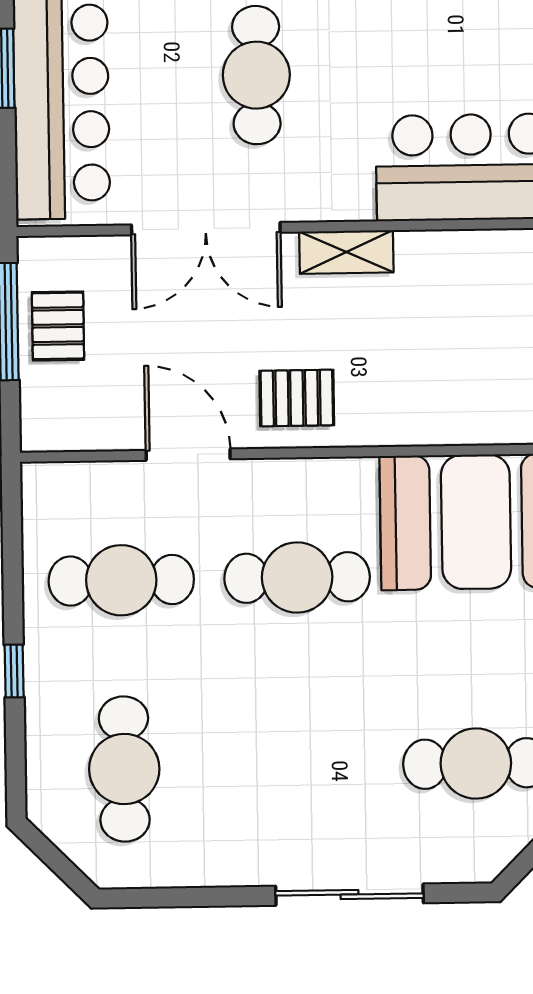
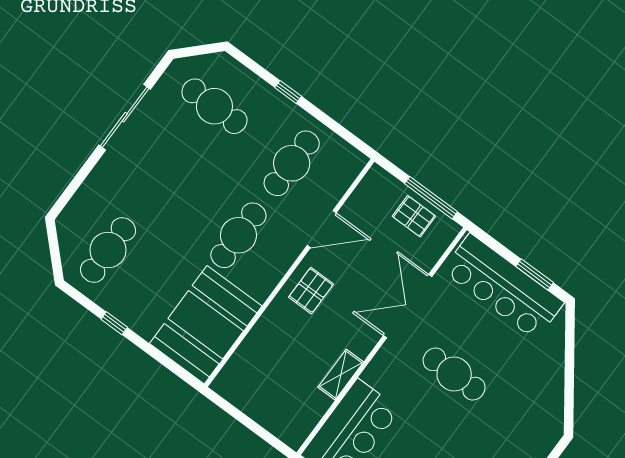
shelving: (346, 252) -> (341, 375), moved
sliding door: (349, 895) -> (125, 117), moved

